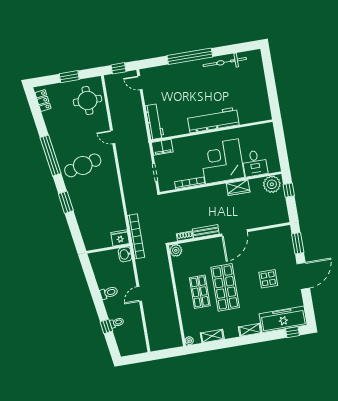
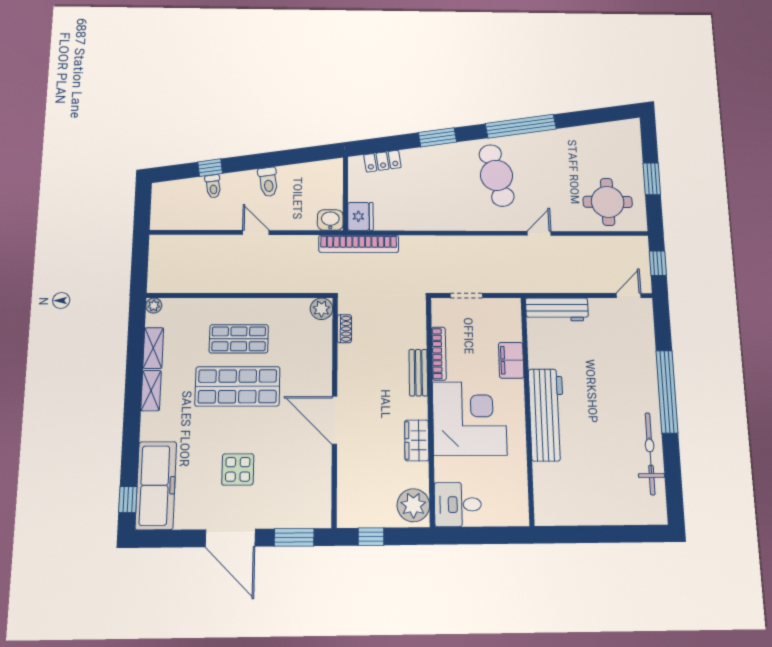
locker: (43, 101) -> (382, 161), moved
filing cabinet: (162, 147) -> (511, 360), moved
desk: (255, 163) -> (458, 505), moved
window: (289, 190) -> (371, 537), moved
bench: (206, 231) -> (418, 373), moved
shelving: (250, 330) -> (151, 391), moved

